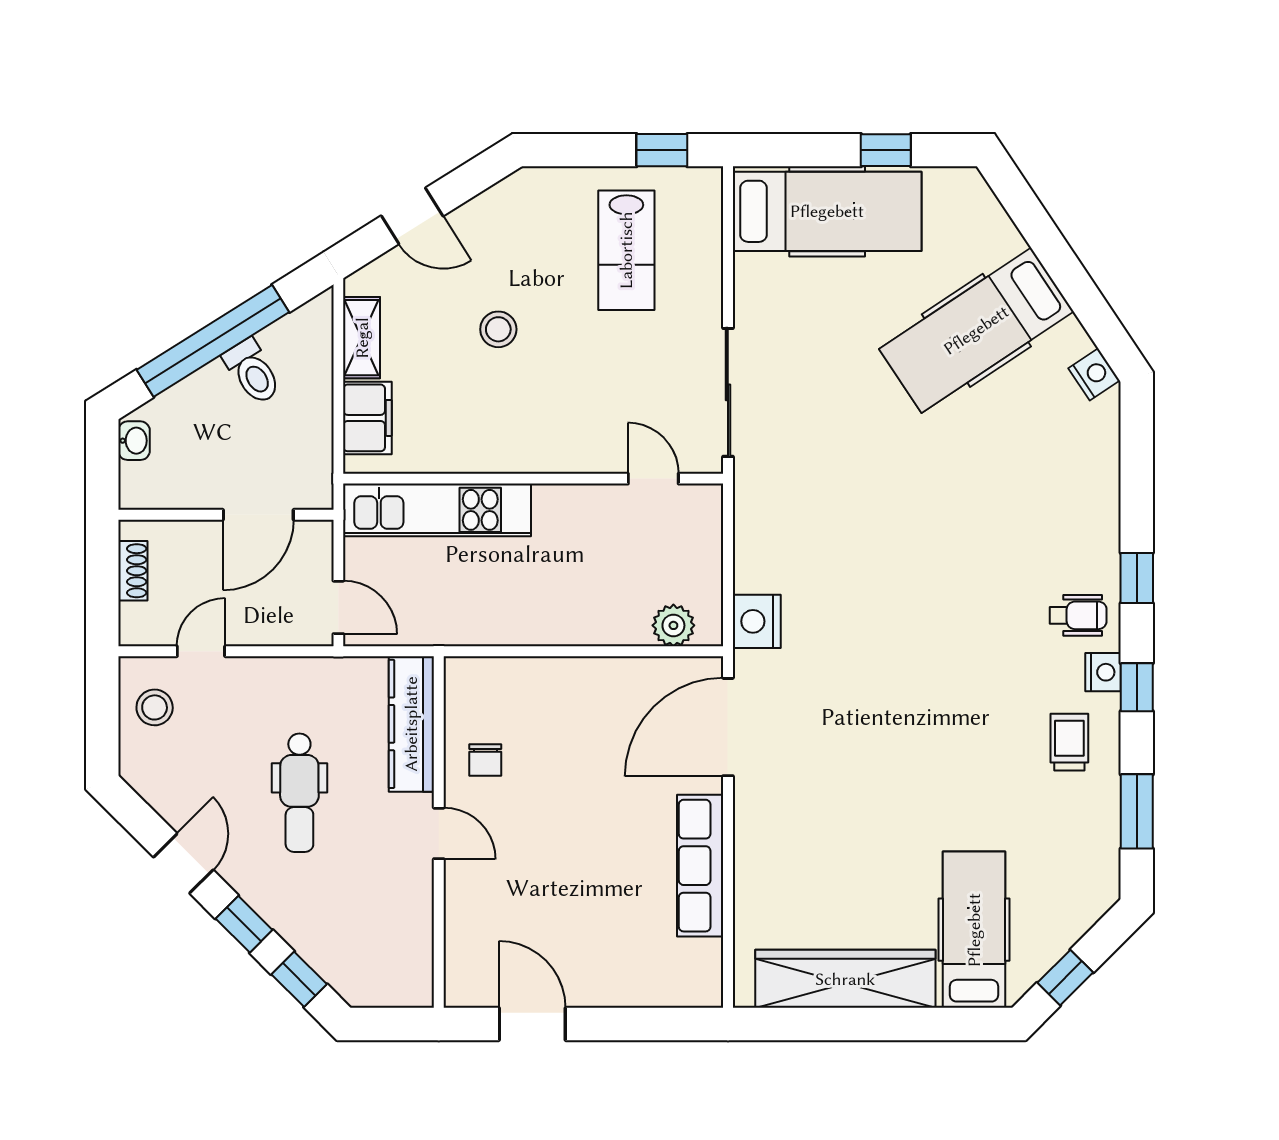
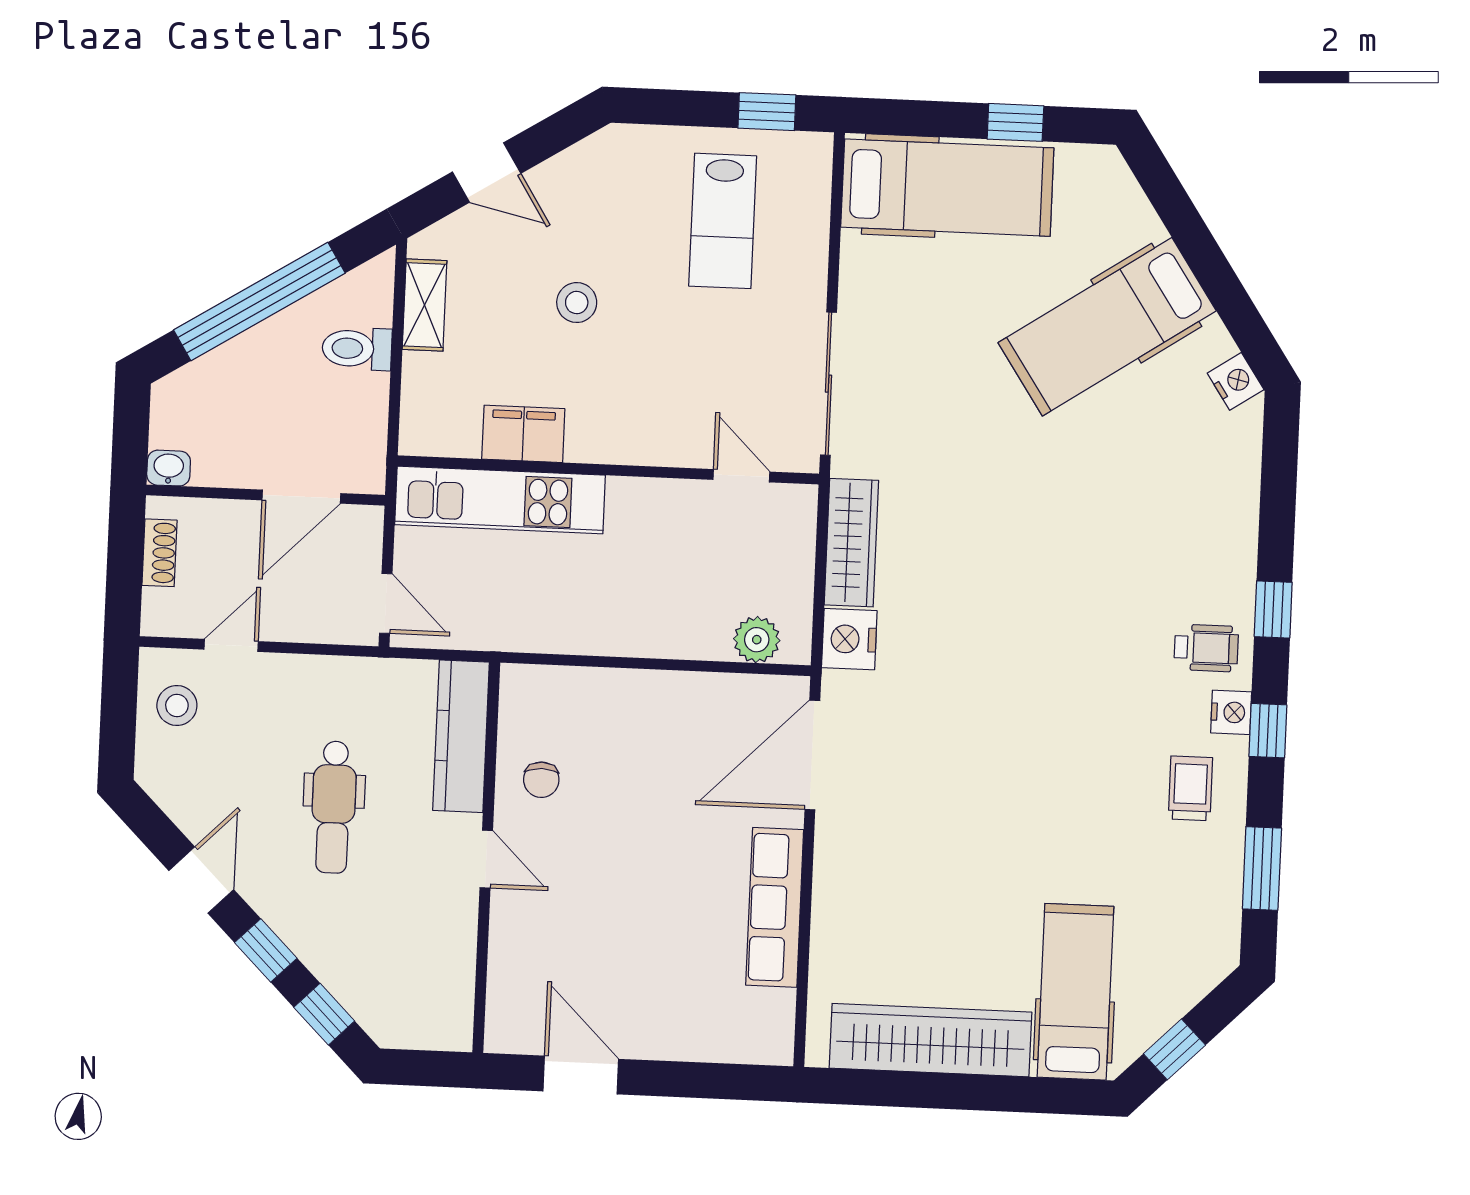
toilet: (252, 372) -> (357, 349), moved, turned 122
filing cabinet: (367, 418) -> (523, 434), moved, turned -90
washbasin: (134, 441) -> (169, 468), moved, turned -90
wardrobe: (755, 534) -> (851, 543), added

